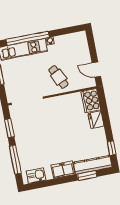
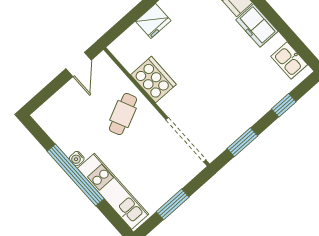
window: (28, 38) -> (76, 175), moved
cooker: (91, 101) -> (153, 80), moved, turned -90
window: (15, 160) -> (284, 105), width x0.46

